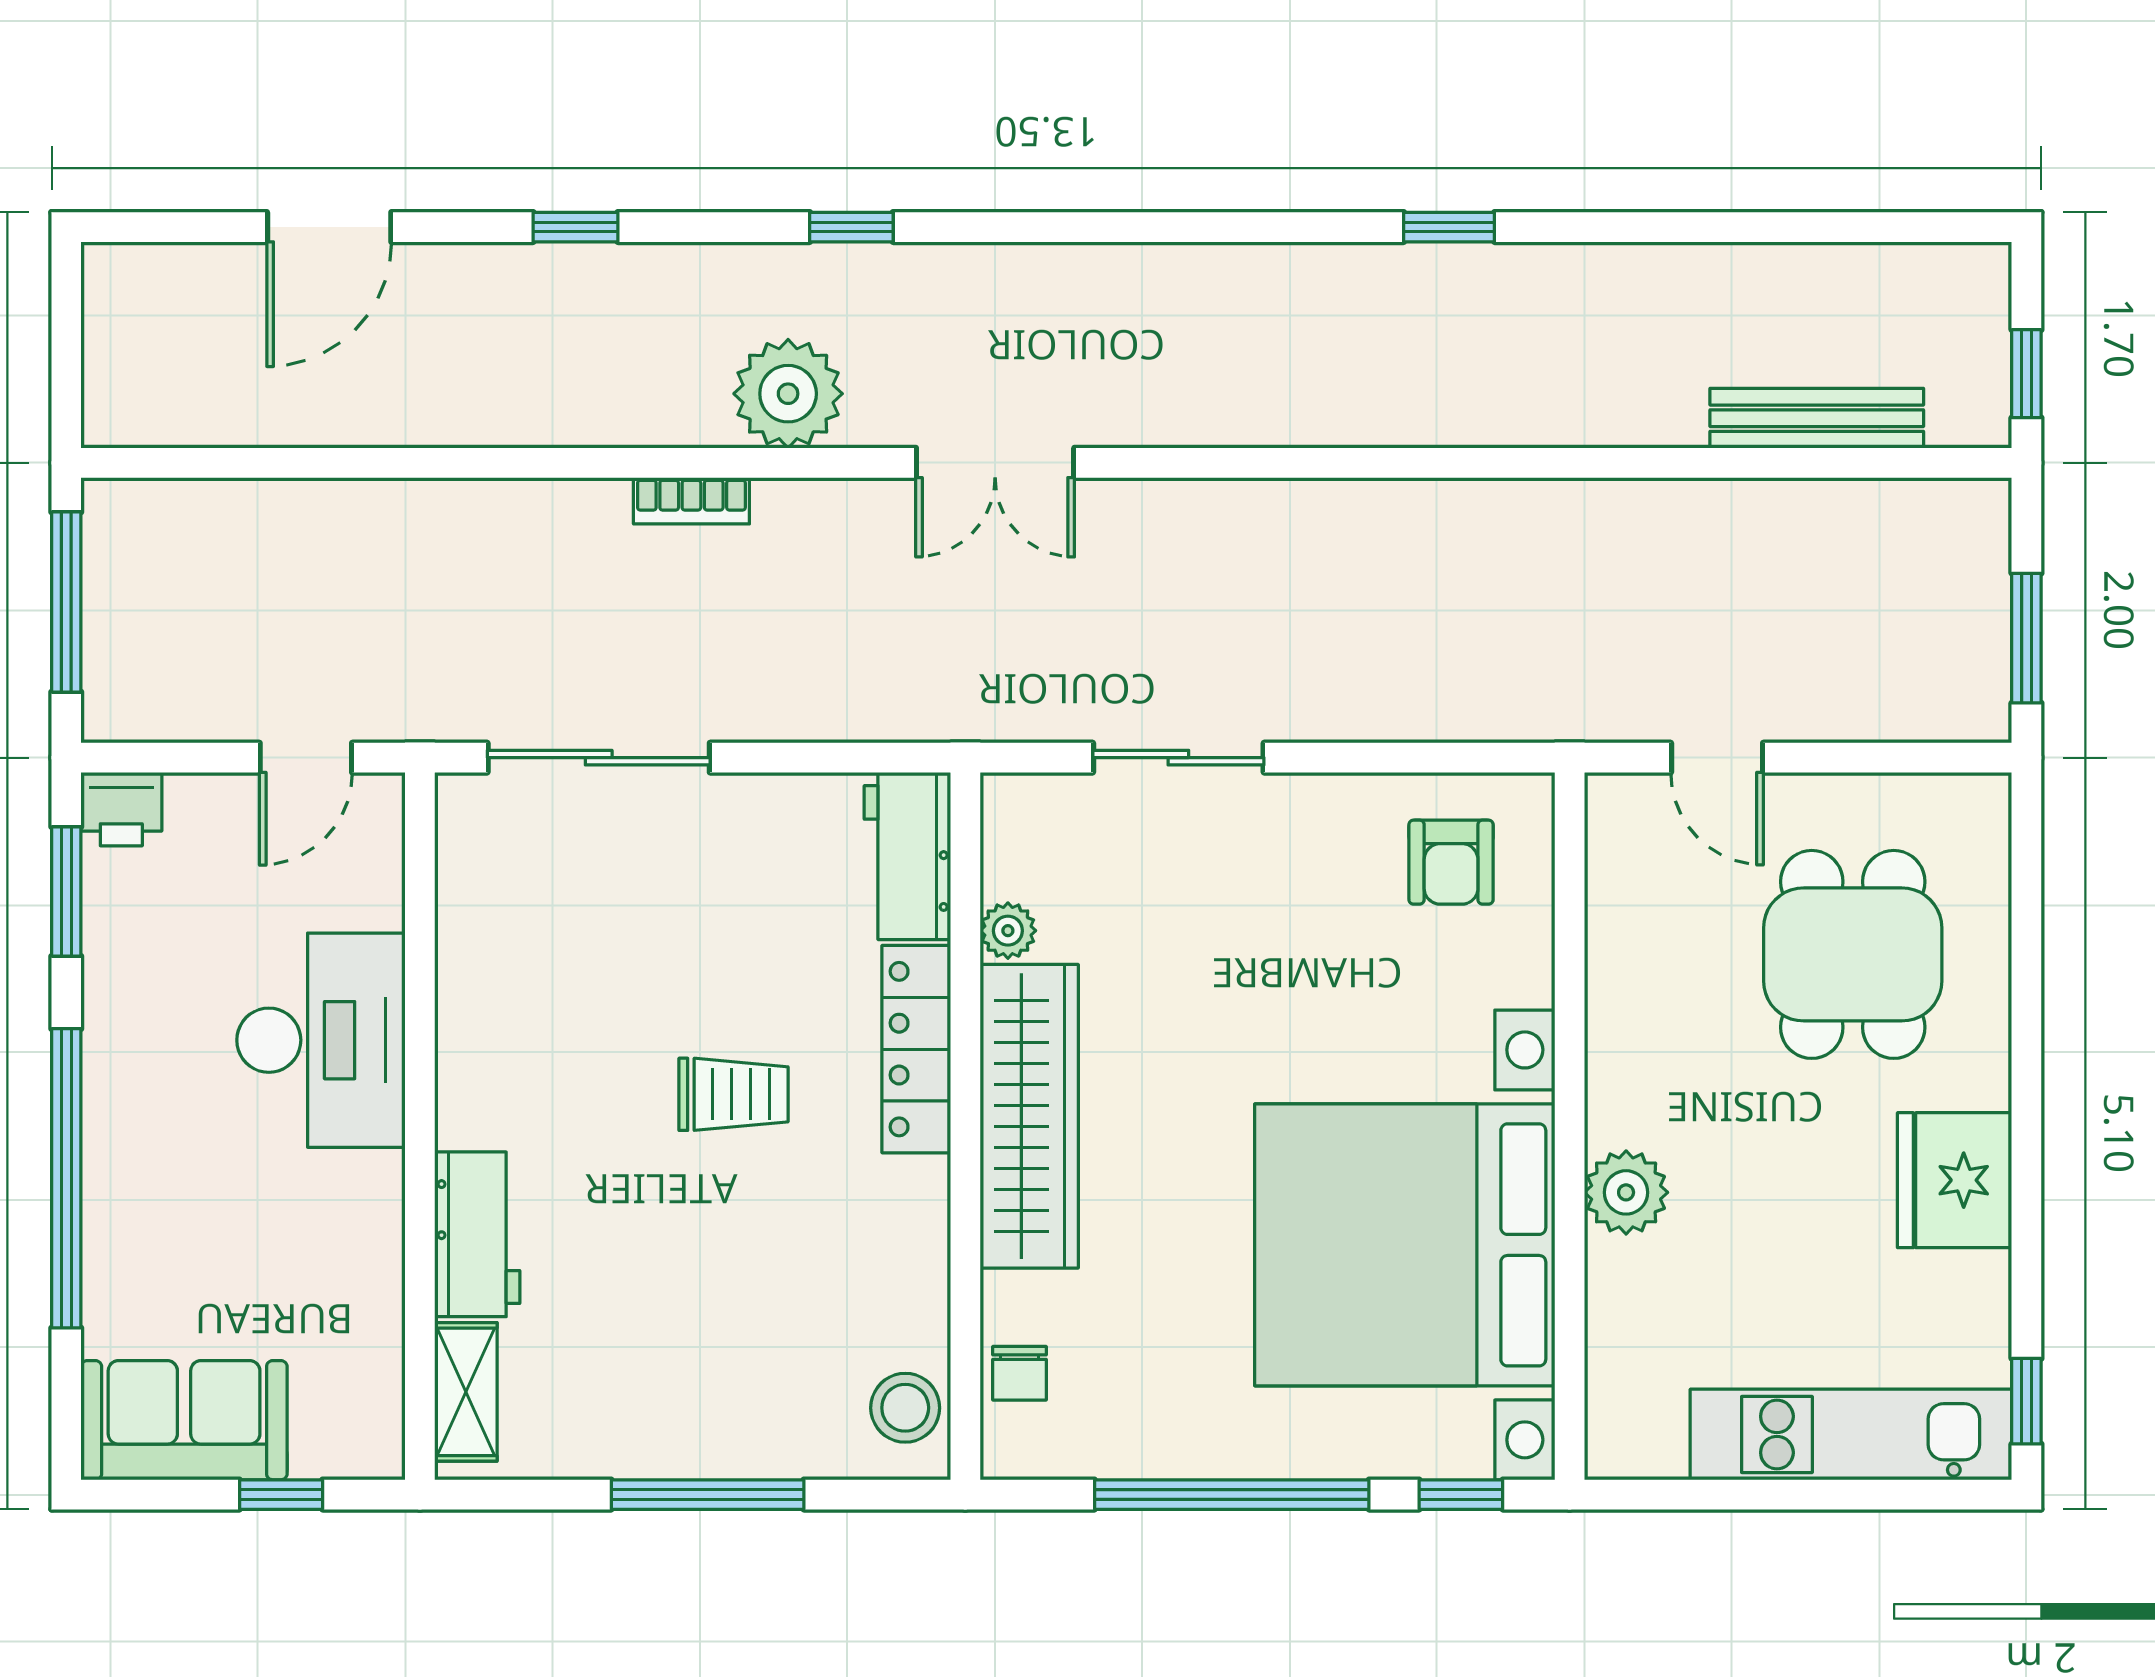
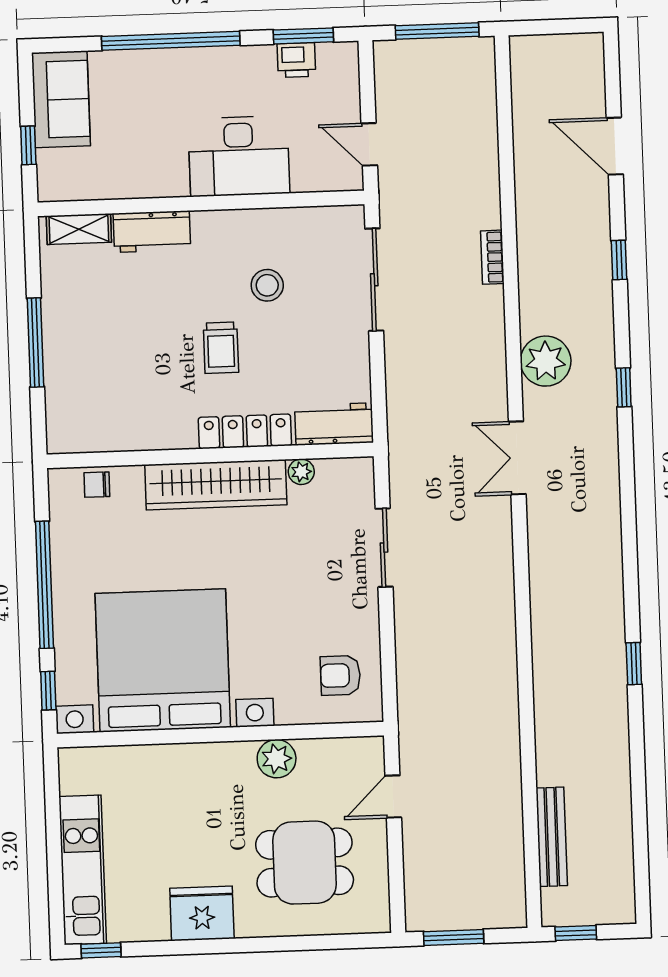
bookcase: (691, 501) -> (492, 257), moved
printer: (121, 809) -> (296, 60), moved, turned -90
plant: (1626, 1192) -> (277, 759), moved
stool: (905, 1408) -> (267, 285), moved

